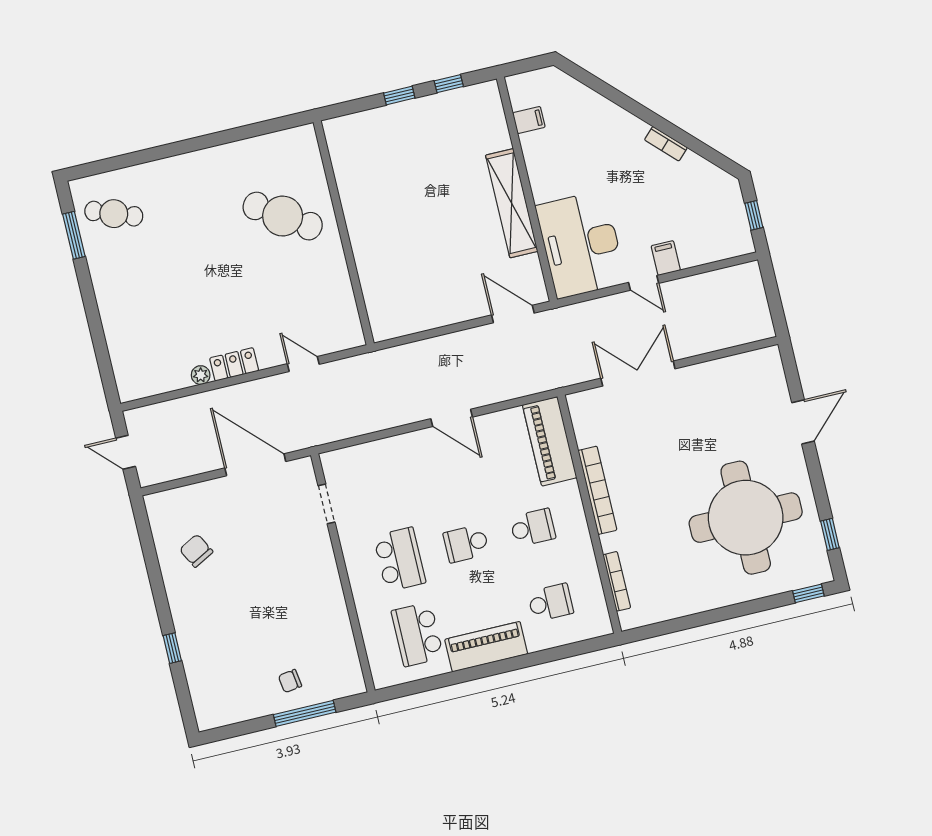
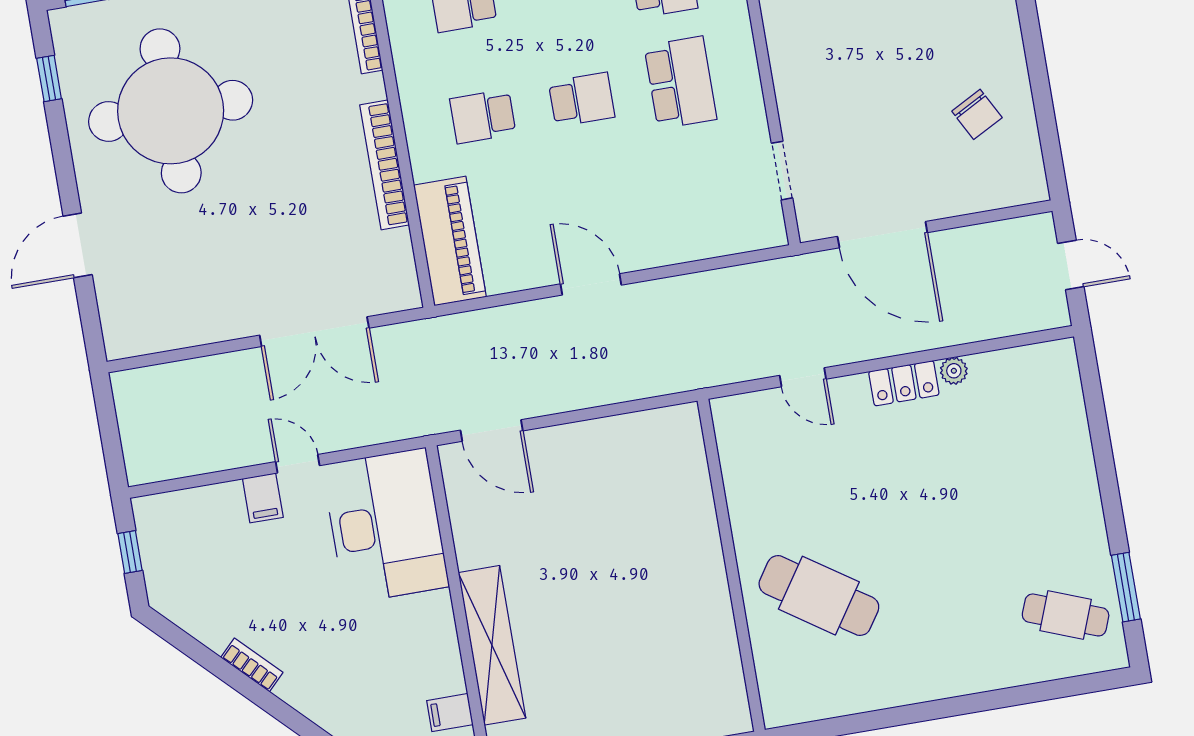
shelving: (512, 203) -> (492, 645), moved
school desk: (400, 559) -> (680, 83), turned 180

